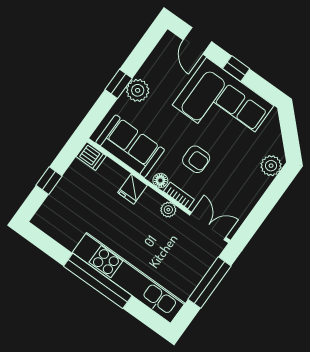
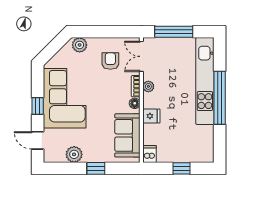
door: (197, 41) -> (38, 140), swing flipped
plant: (138, 90) -> (74, 154), moved
armchair: (196, 159) -> (110, 61), moved

